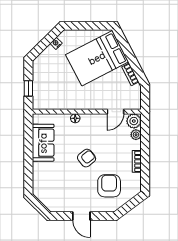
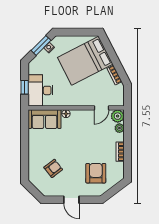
window: (47, 41) -> (41, 45), added
desk: (46, 92) -> (41, 90), added
sofa: (43, 143) -> (45, 119), moved, turned 90
armchair: (87, 158) -> (53, 168), moved

